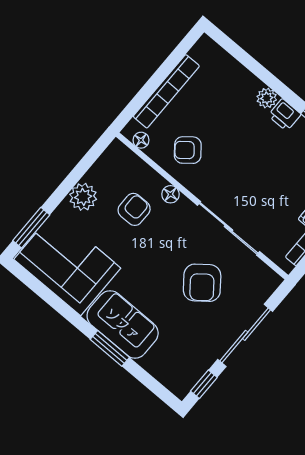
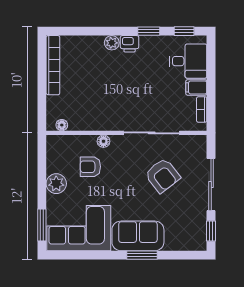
bookcase: (166, 91) -> (53, 65), moved
armchair: (188, 150) -> (92, 109), removed
armchair: (134, 209) -> (90, 167), turned -90

